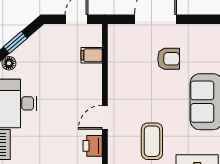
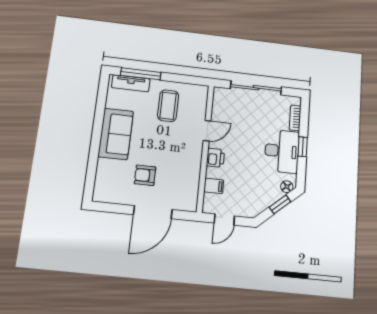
printer: (93, 146) -> (215, 158), moved

